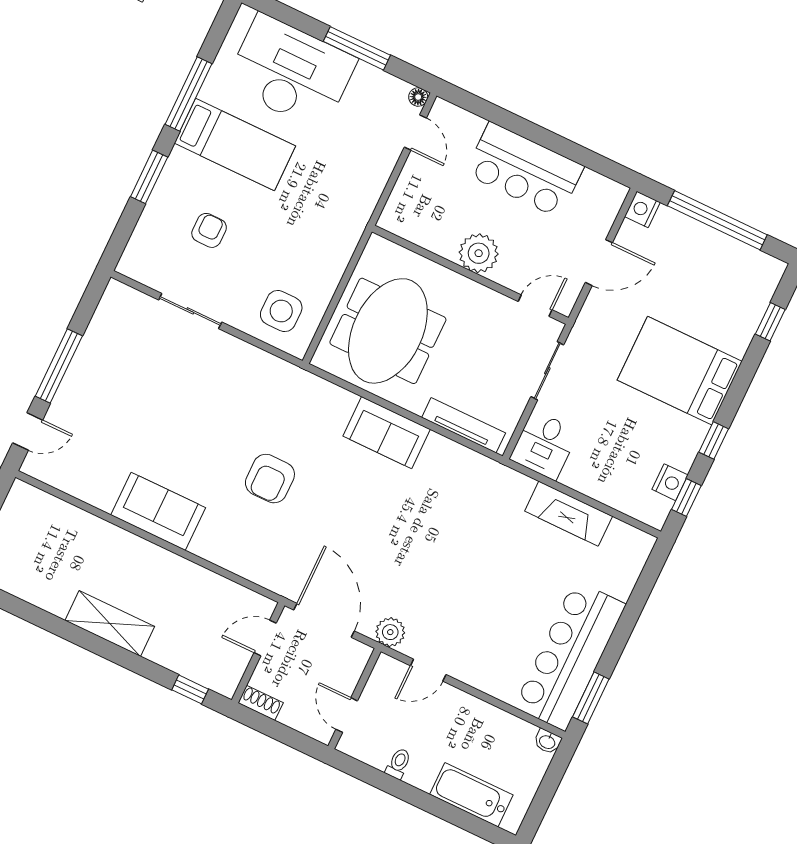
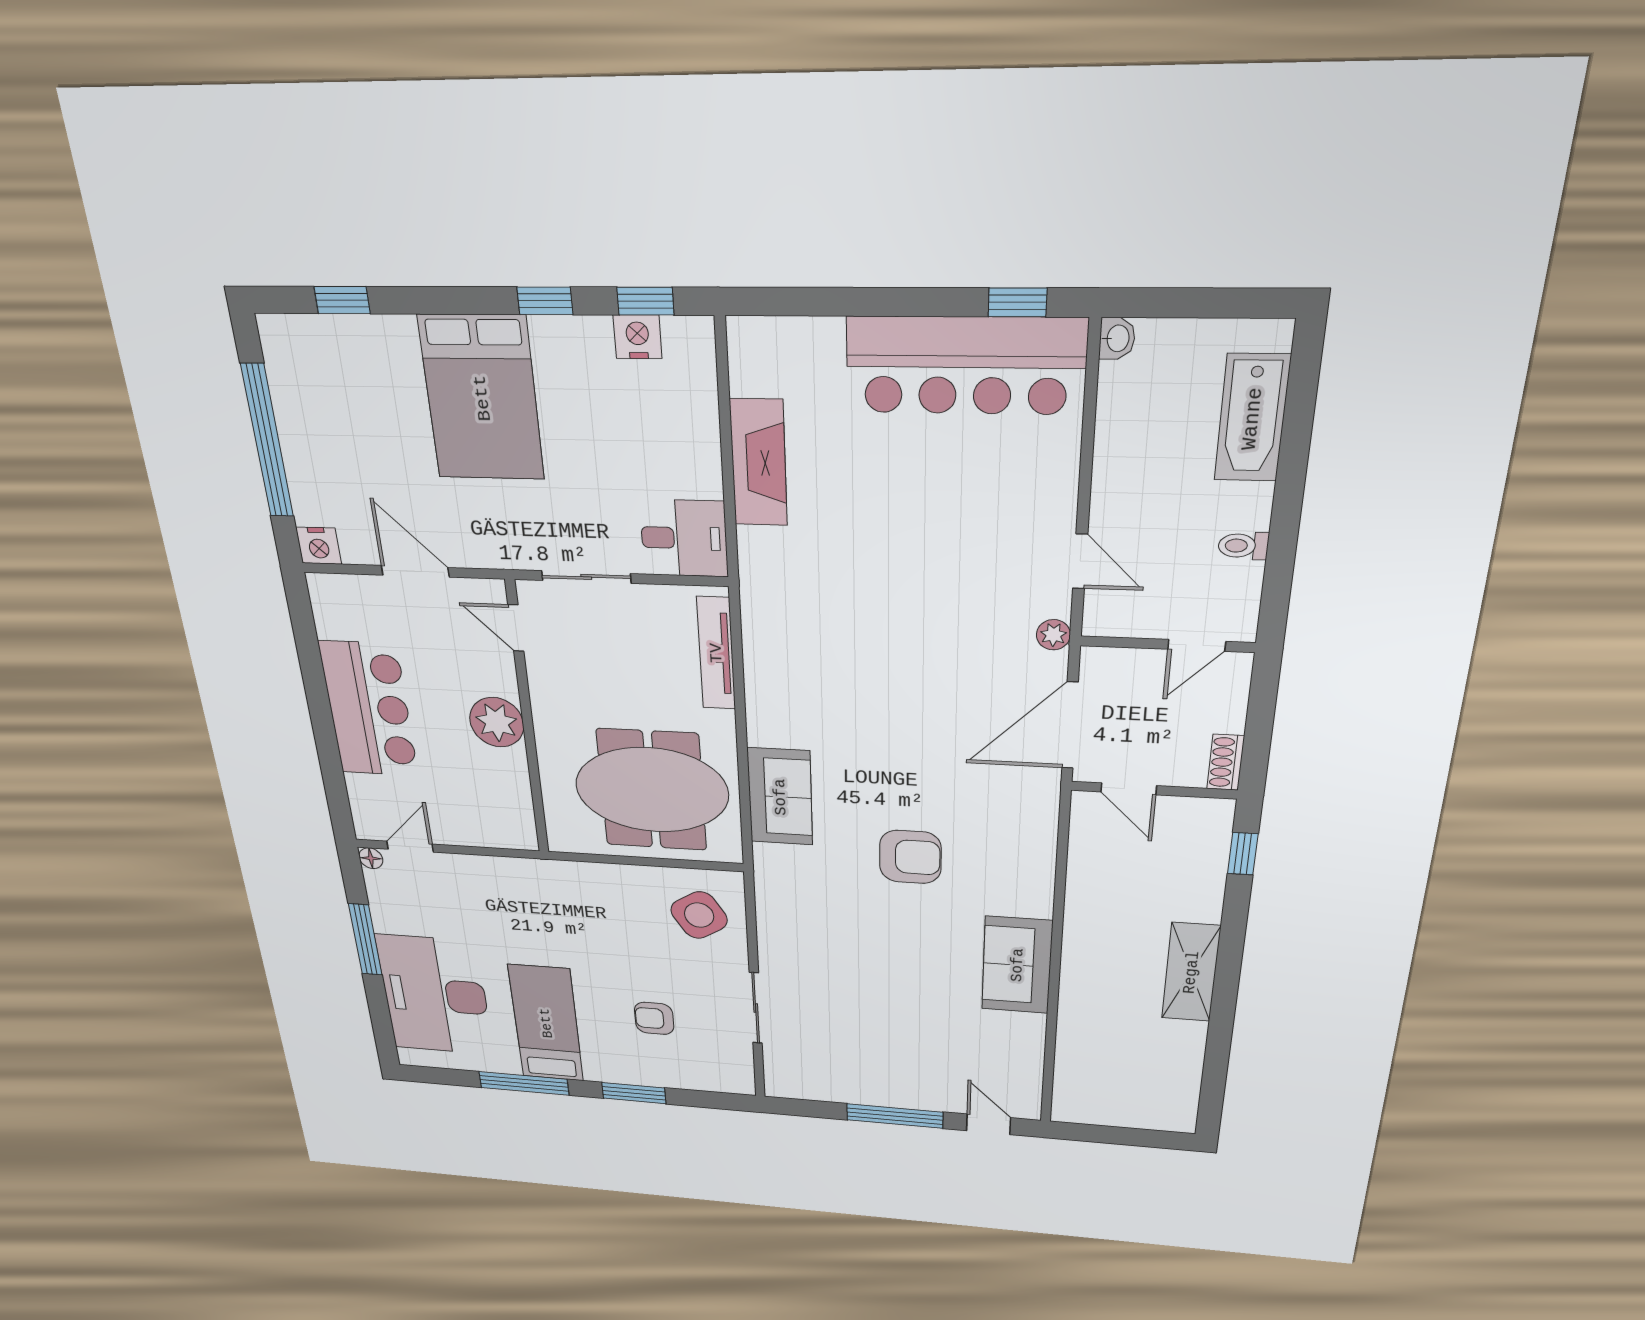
side table: (281, 311) -> (699, 915), turned -32
sofa: (387, 433) -> (780, 797), moved
plant: (390, 632) -> (1053, 635), width x0.73, depth x0.73
window: (591, 698) -> (1017, 302), width x0.67

